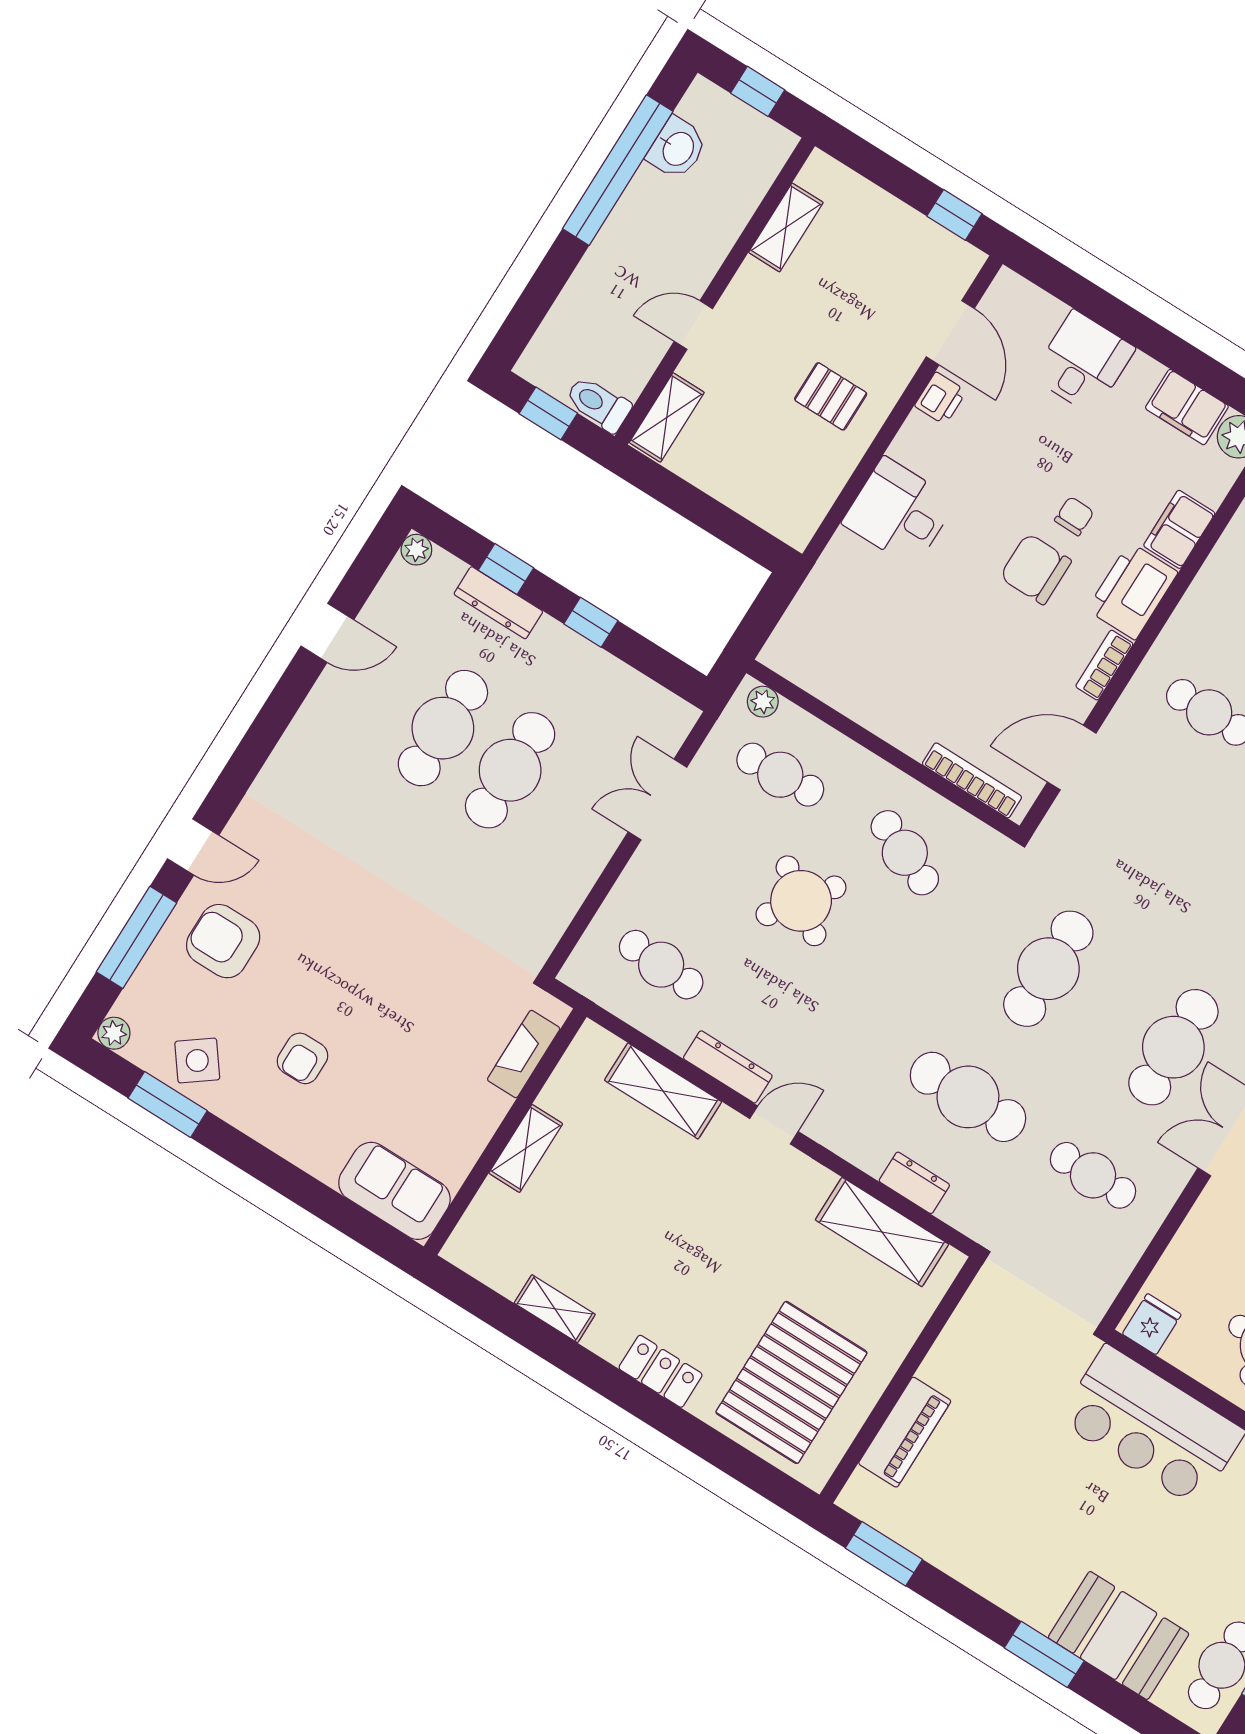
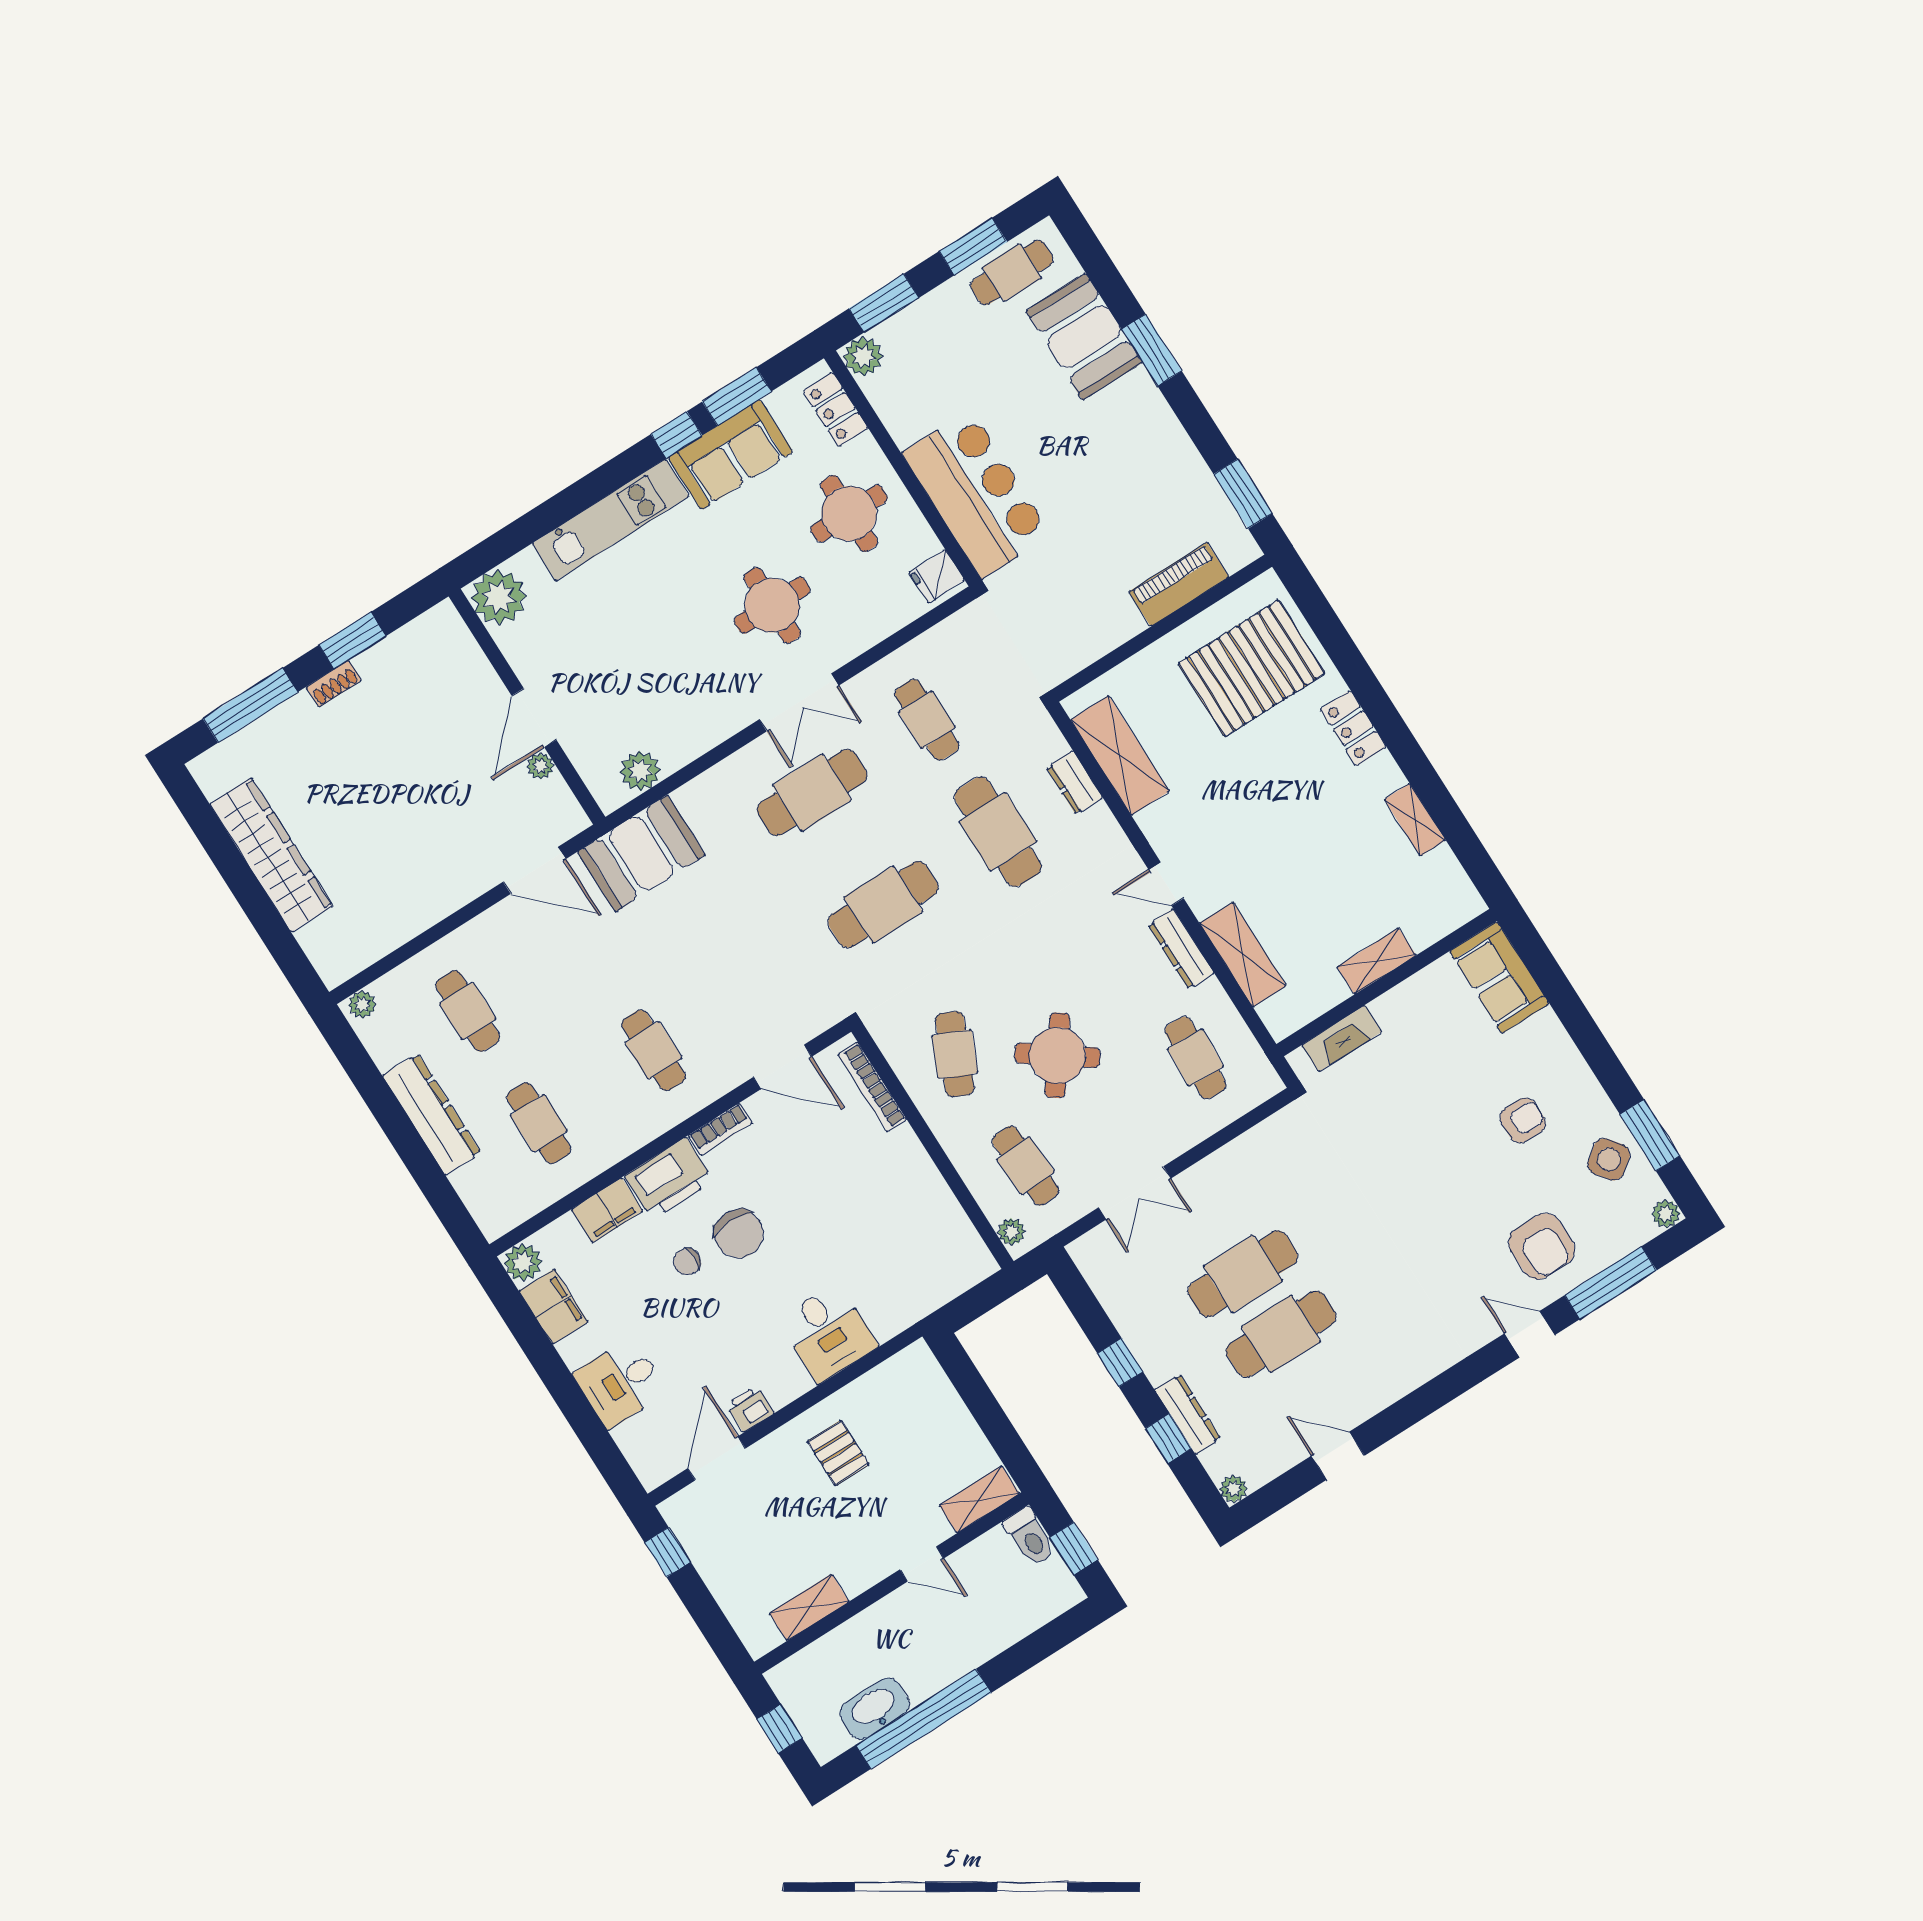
washbasin: (677, 148) -> (875, 1709), width x1.38

